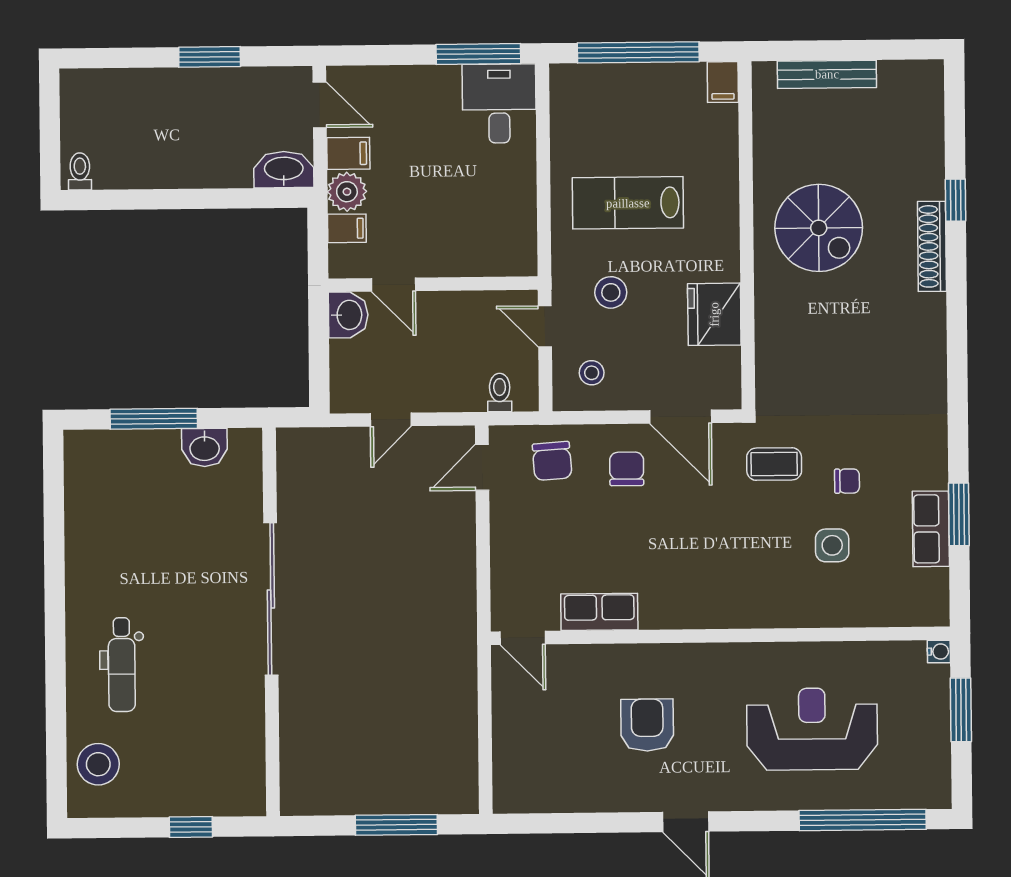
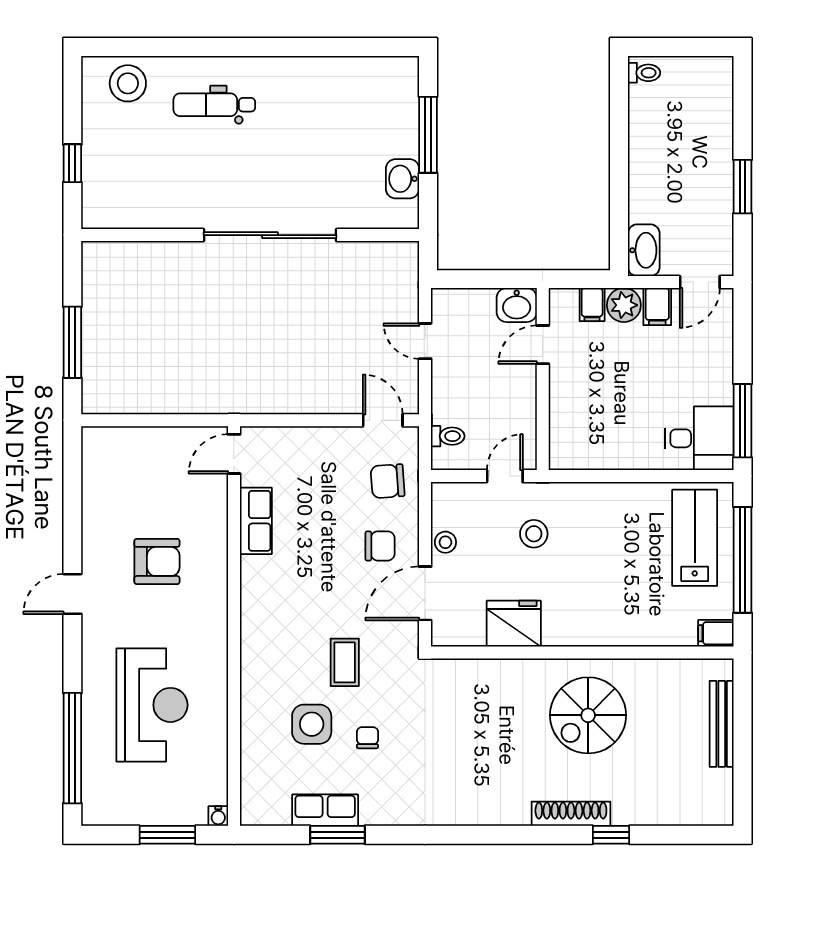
lab bench: (628, 203) -> (695, 538), moved
stool: (592, 373) -> (445, 542), moved
coffee table: (774, 464) -> (345, 662), moved
chair: (847, 481) -> (367, 738), turned 180
side table: (832, 545) -> (312, 724), width x1.37, depth x1.37

